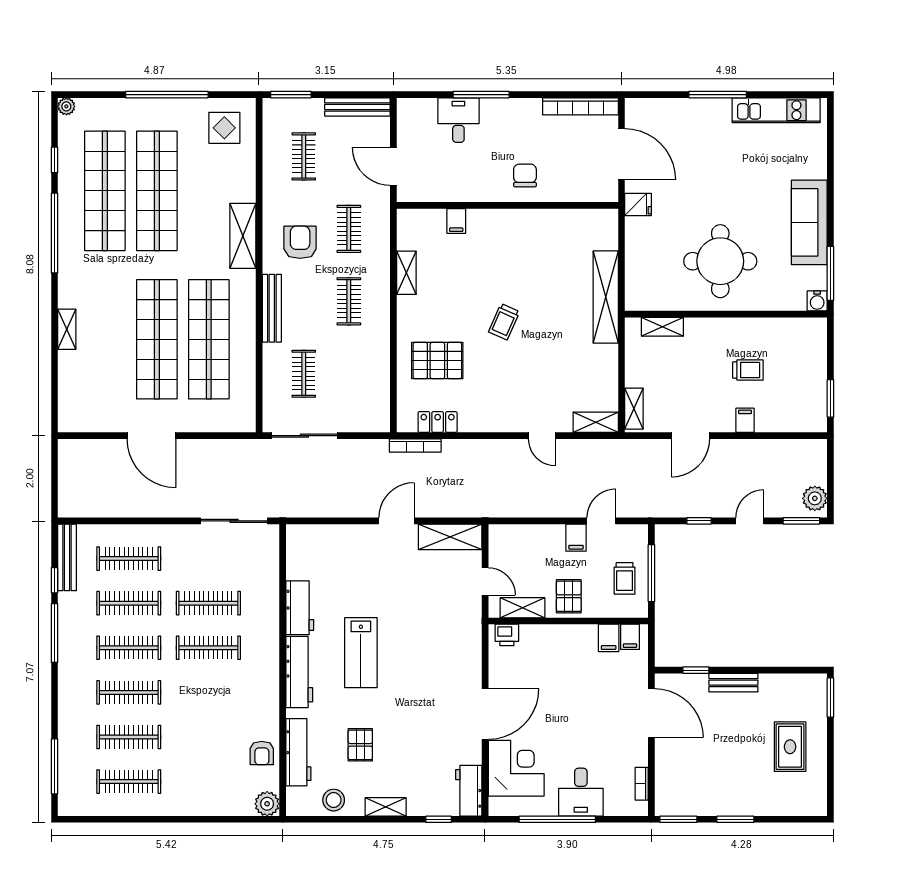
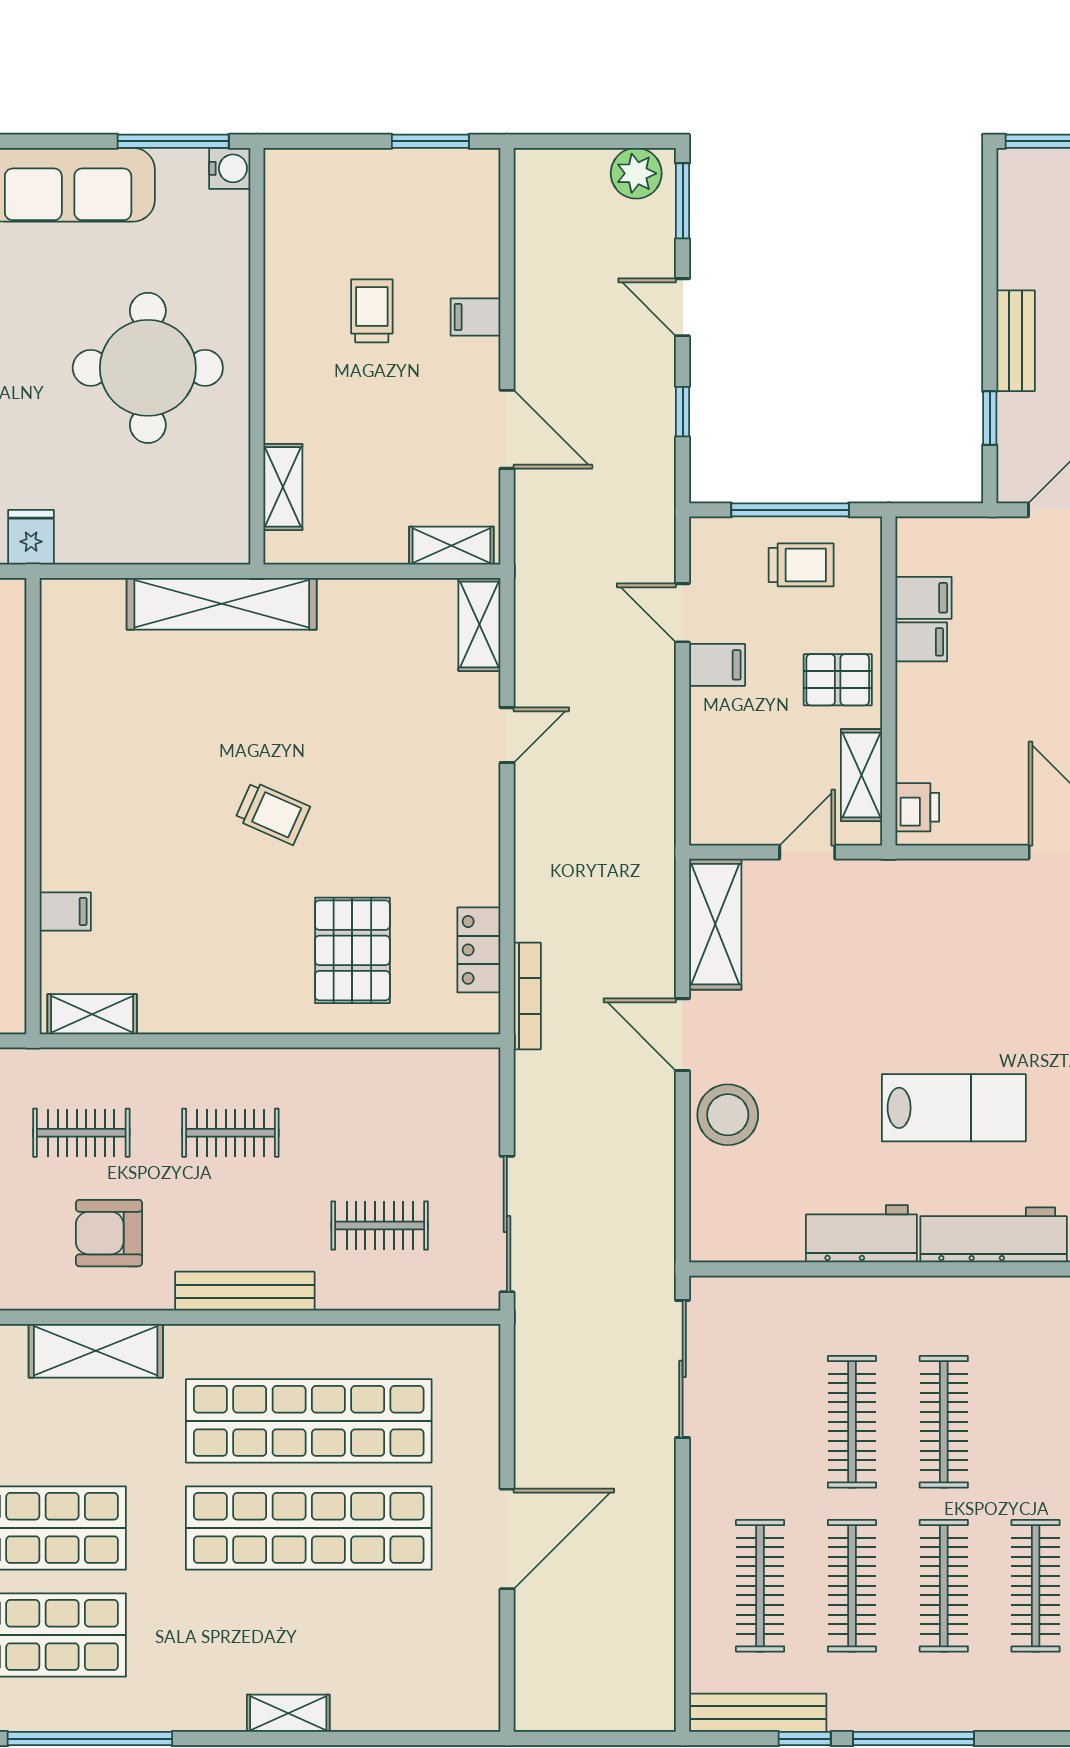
shelving: (406, 273) -> (92, 1014), moved
stool: (358, 543) -> (728, 1115), added
filing cabinet: (630, 637) -> (921, 642), moved

